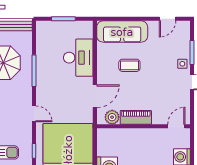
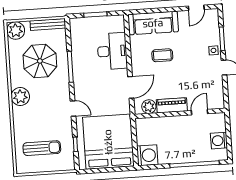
door: (176, 126) -> (199, 112), moved

